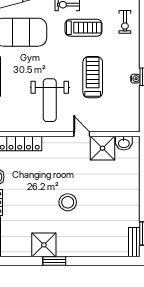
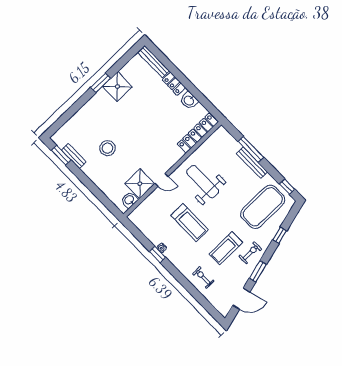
stool: (68, 202) -> (108, 148), moved
bench: (134, 242) -> (74, 156), moved

